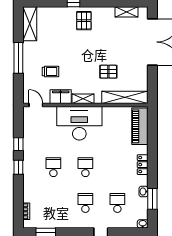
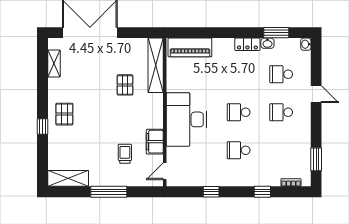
pallet: (84, 21) -> (64, 114), turned 90
shelving: (83, 99) -> (157, 115), removed
locker: (143, 165) -> (247, 44), moved
window: (18, 167) -> (262, 192), moved

